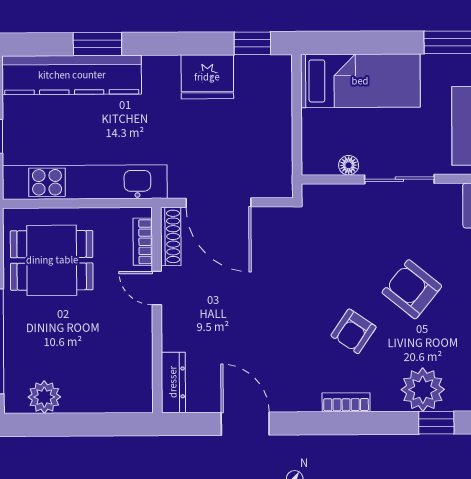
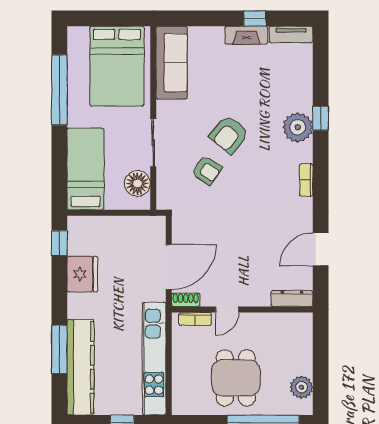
window: (97, 44) -> (59, 349), width x1.44
floor lamp: (349, 165) -> (137, 183), width x1.89, depth x1.89
shoe rack: (171, 236) -> (186, 300), width x0.70
dining table: (52, 260) -> (236, 378), moved
armchair: (354, 331) -> (207, 170), moved

